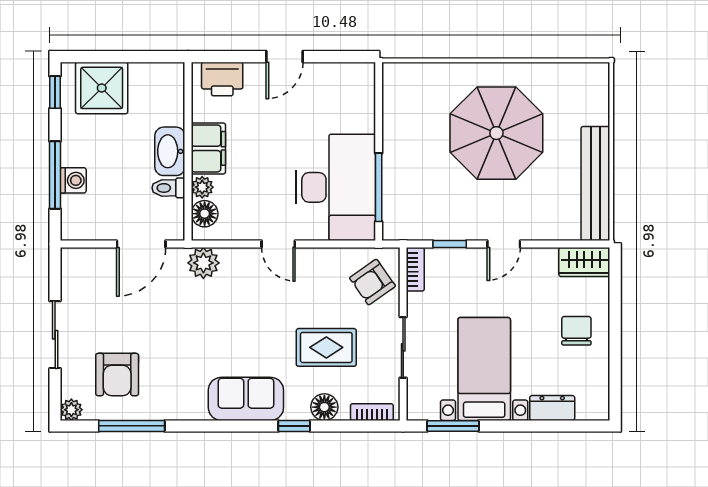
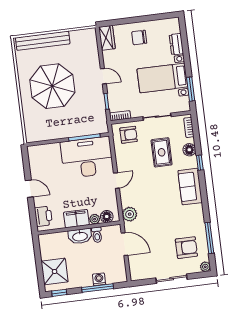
bench: (595, 183) -> (43, 41), moved
armchair: (372, 282) -> (129, 135), turned -55

